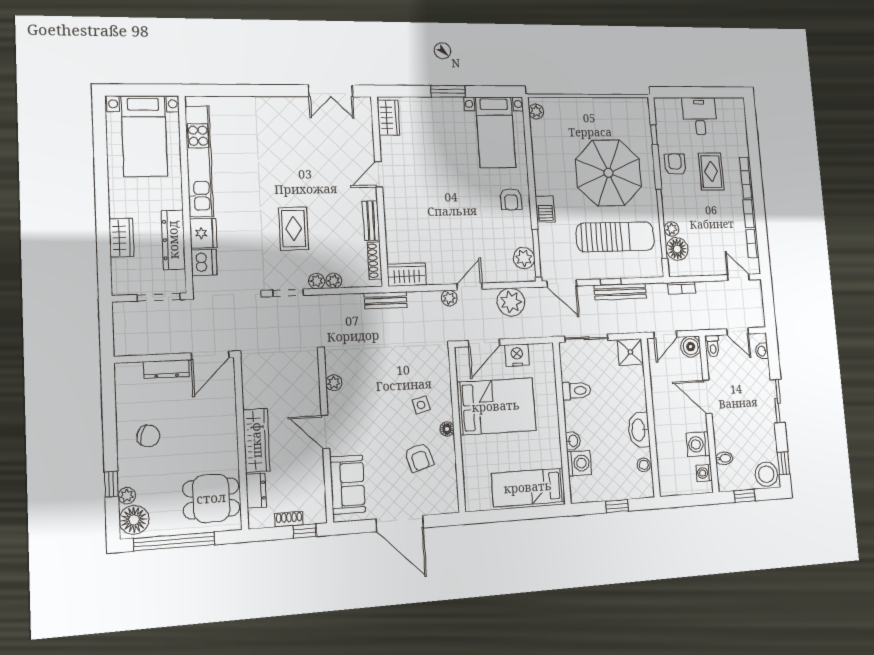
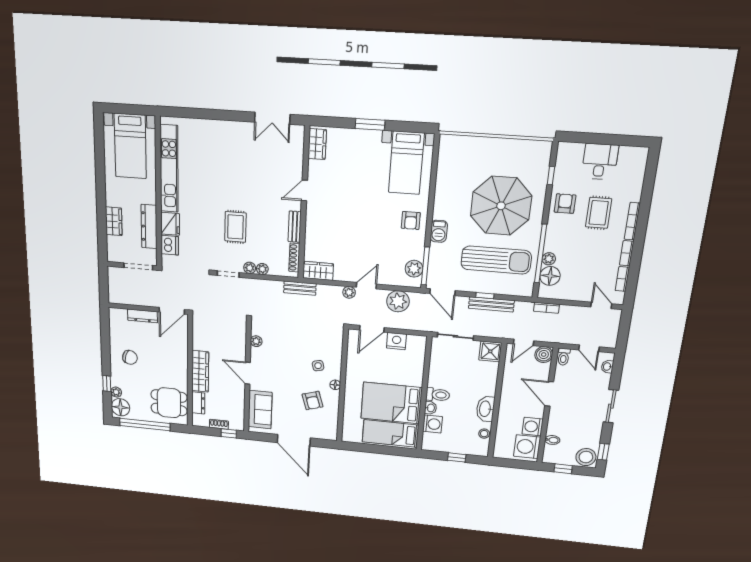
plant: (536, 112) -> (445, 147), removed
toilet: (576, 391) -> (438, 395), moved
bed: (496, 406) -> (391, 403), moved, turned 180
washing machine: (704, 473) -> (527, 447), width x1.89, depth x1.89

